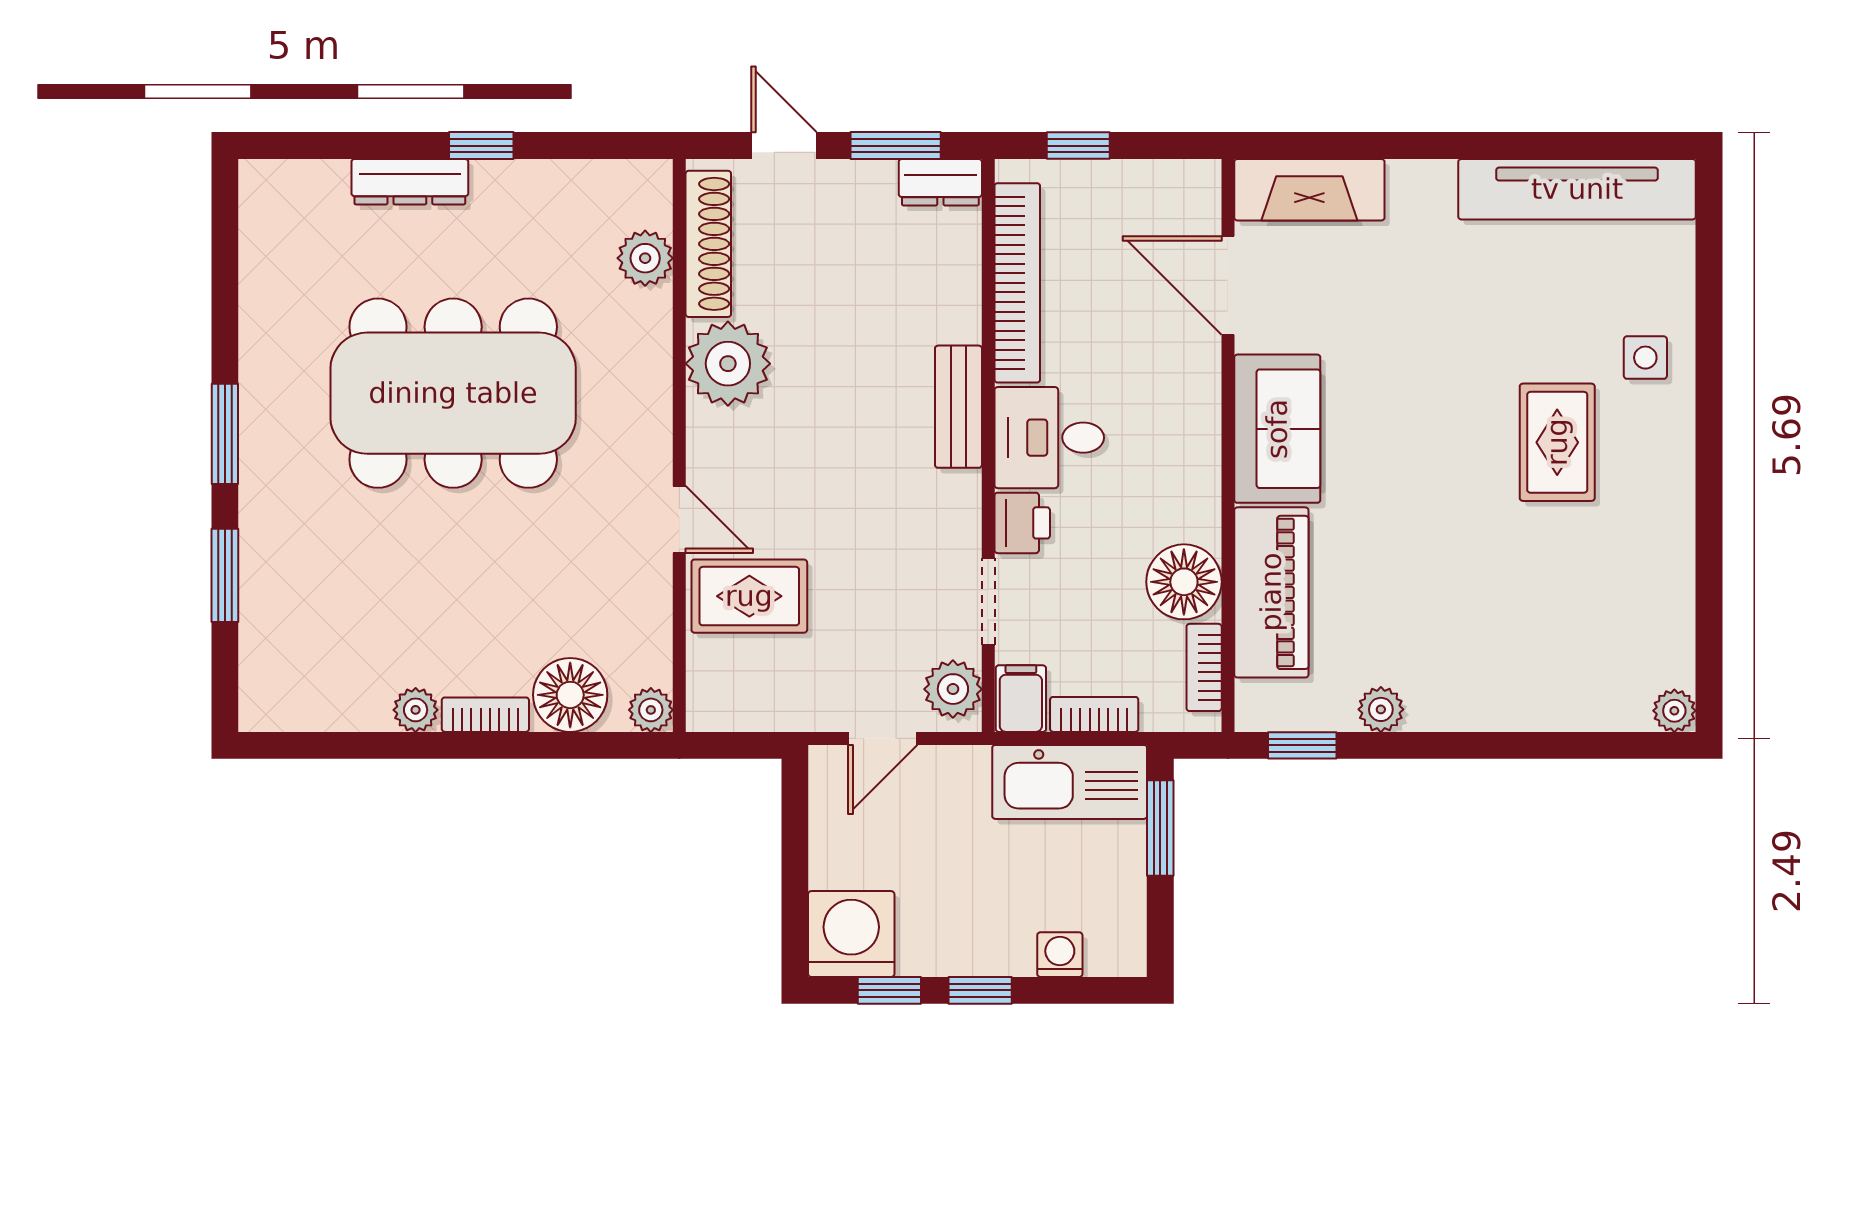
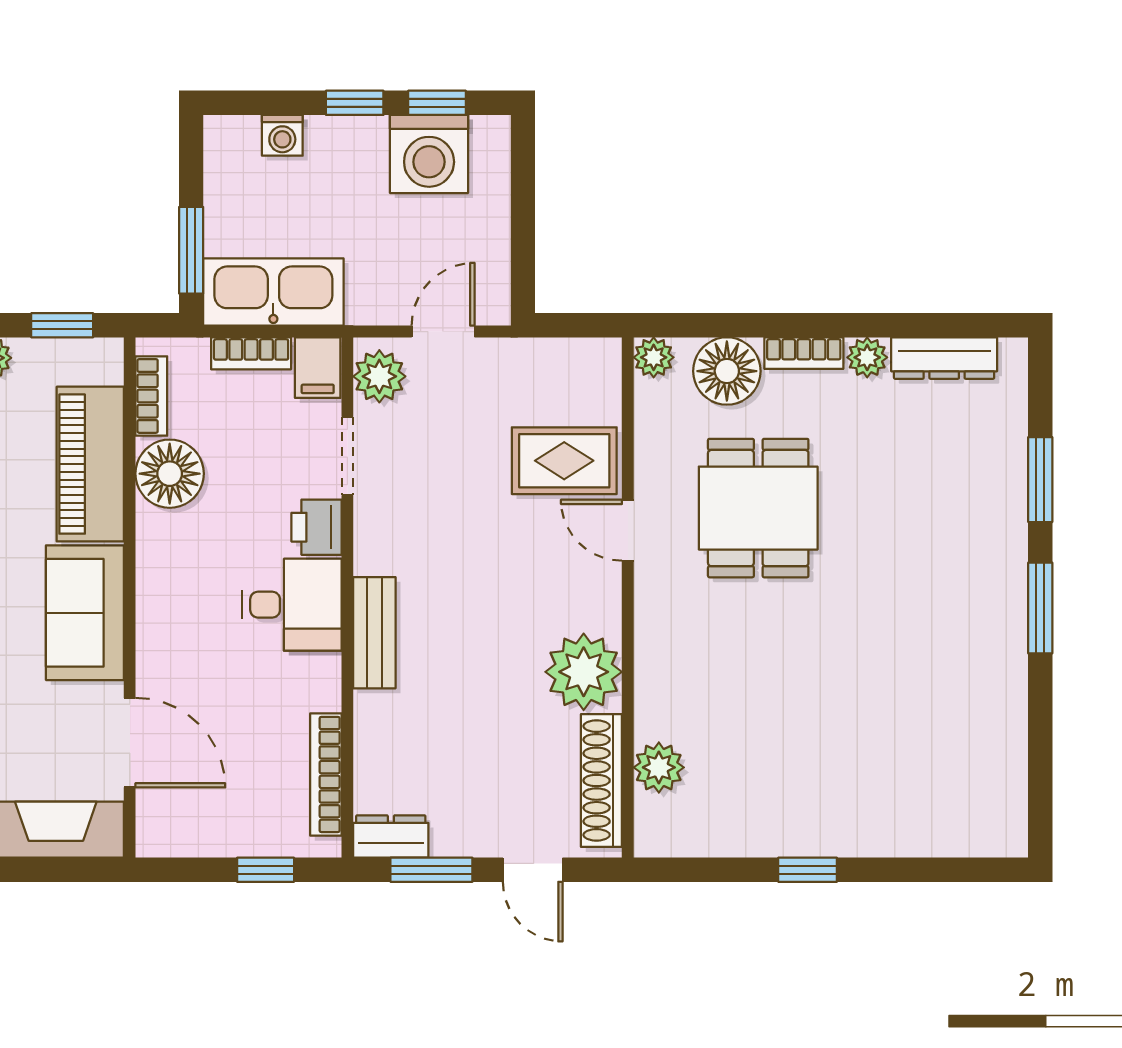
dresser: (410, 182) -> (944, 358), moved, turned 180
bookcase: (1017, 283) -> (326, 774), width x0.68, depth x0.76
dining table: (453, 393) -> (758, 508), moved, width x0.53, depth x0.80
washing machine: (851, 934) -> (429, 154), moved

